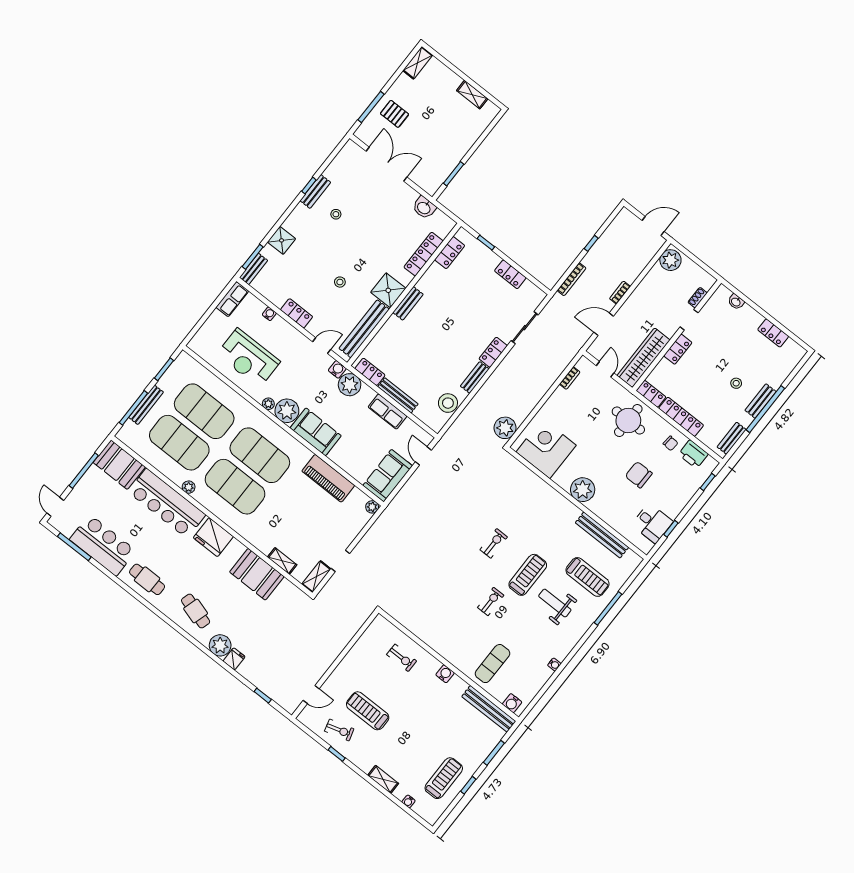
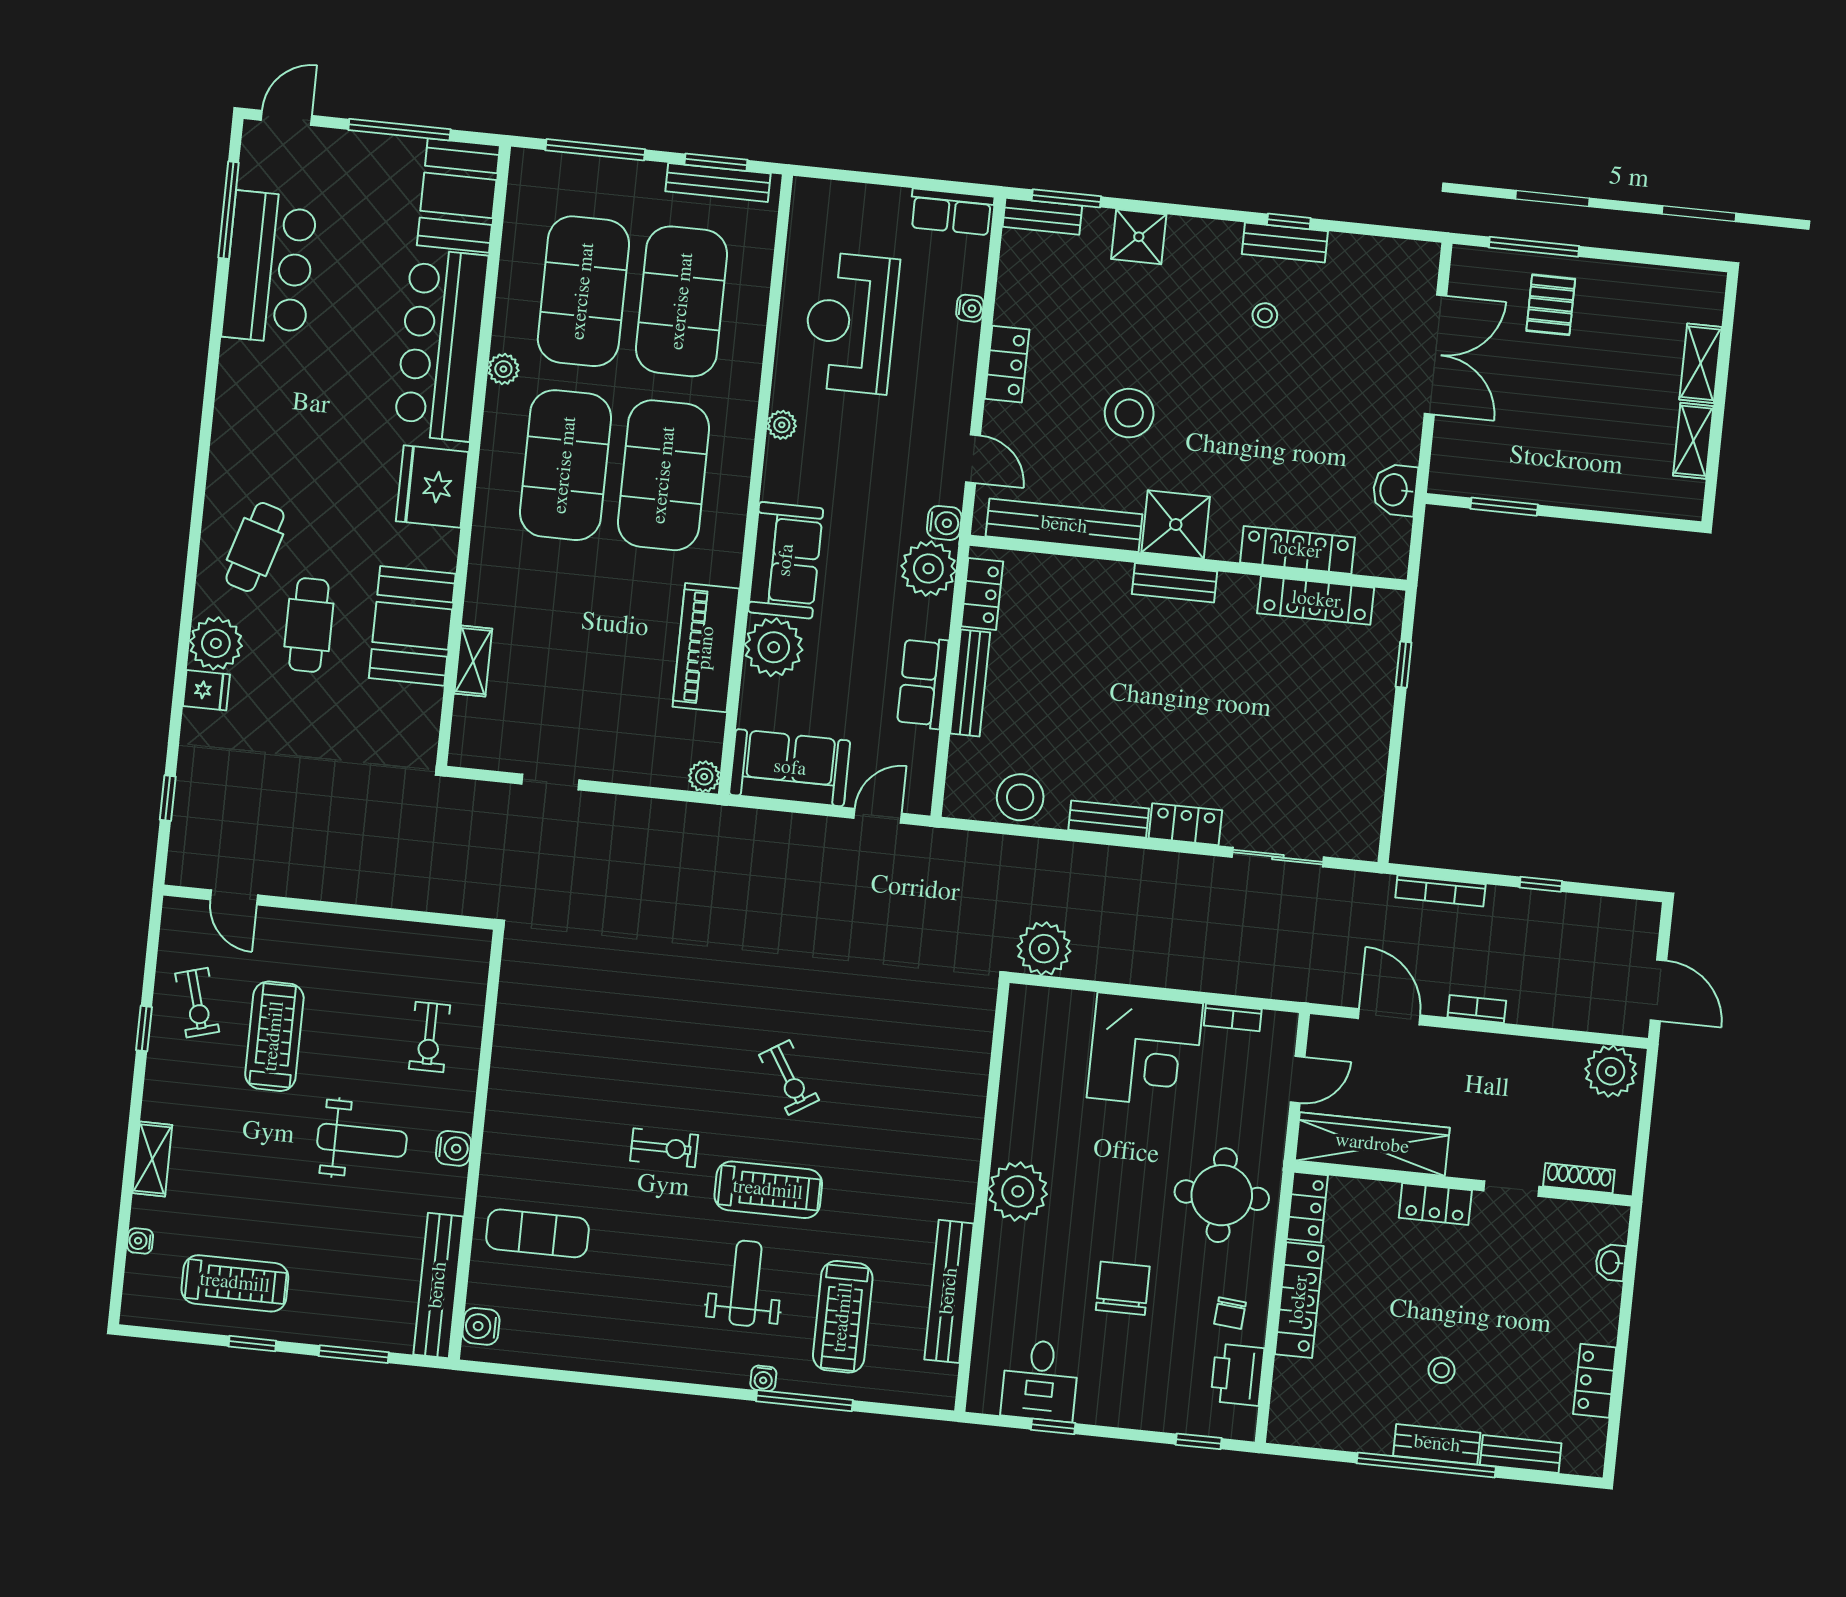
shelving: (418, 63) -> (1701, 363), moved, turned 90
locker: (450, 253) -> (1316, 600), width x1.53
locker: (510, 274) -> (1370, 757), removed
stool: (340, 282) -> (1129, 413), width x1.89, depth x1.89
shoe rack: (698, 298) -> (1579, 1178), width x1.43
bench: (146, 405) -> (718, 182), moved
plant: (287, 411) -> (774, 647), moved
bench: (732, 438) -> (1521, 1454), moved
corner desk: (546, 449) -> (1145, 1050), moved, turned 90
exercise bike: (494, 543) -> (789, 1078), turned 58
shelving: (316, 577) -> (486, 753), removed
cafe table: (147, 579) -> (309, 625), moved
water cooler: (554, 665) -> (763, 1378), moved
weight bench: (422, 703) -> (362, 1140), added

